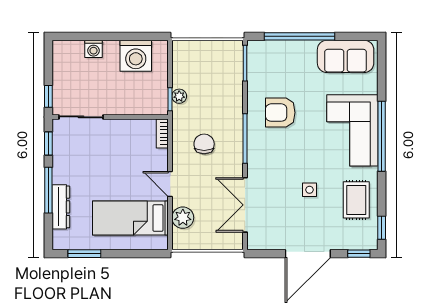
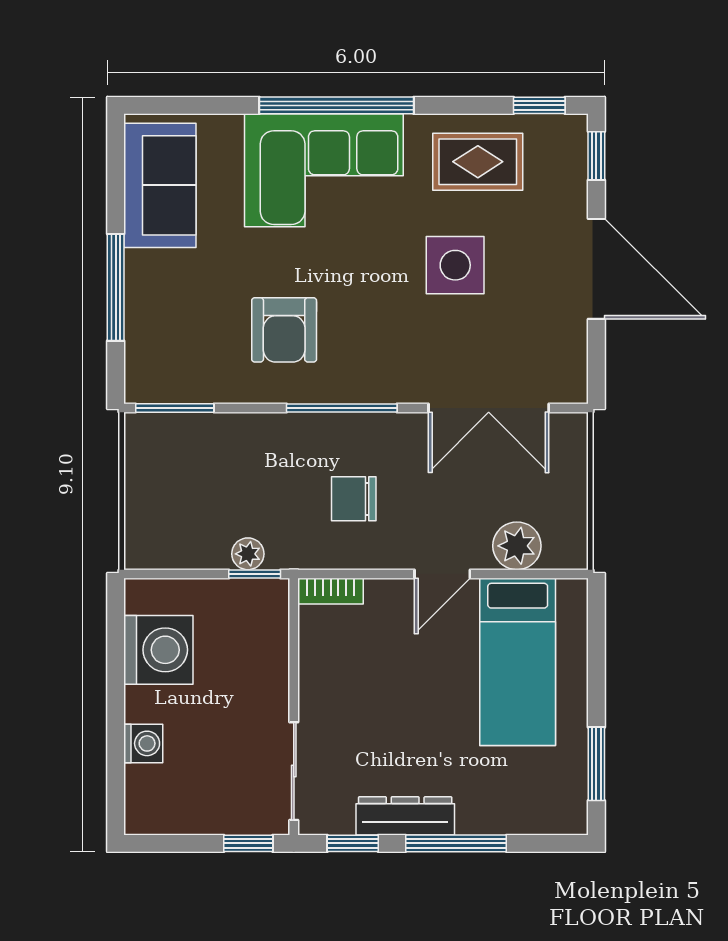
window: (299, 36) -> (116, 287), width x0.68
side table: (309, 190) -> (455, 265), width x1.87, depth x1.87
dresser: (61, 207) -> (405, 816), moved

